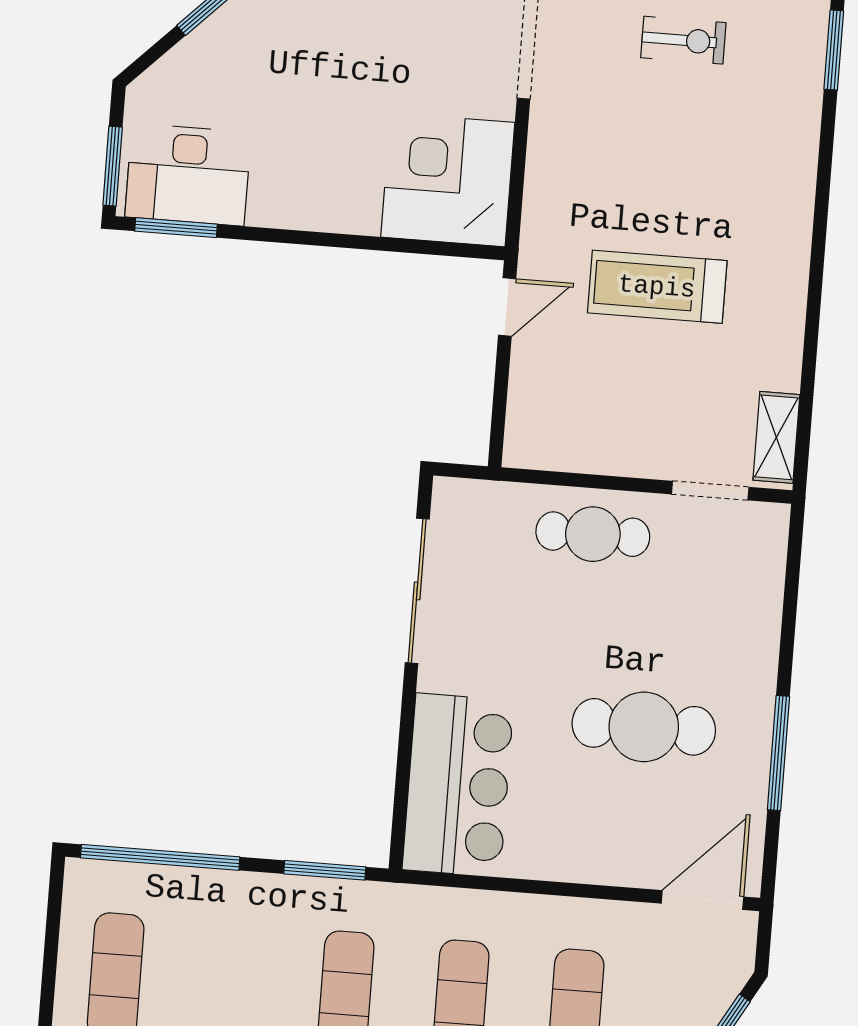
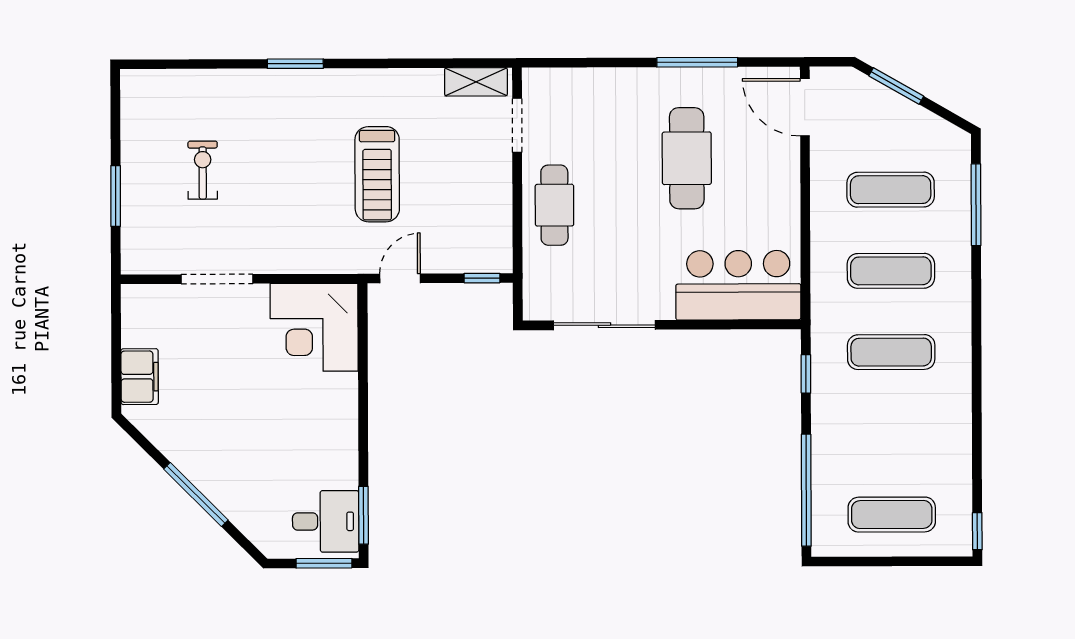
window: (834, 50) -> (295, 64), moved
desk: (188, 175) -> (326, 521), width x0.73
door: (507, 307) -> (400, 278), hinge flipped
window: (498, 423) -> (482, 278), added
window: (325, 870) -> (806, 374), width x0.67

